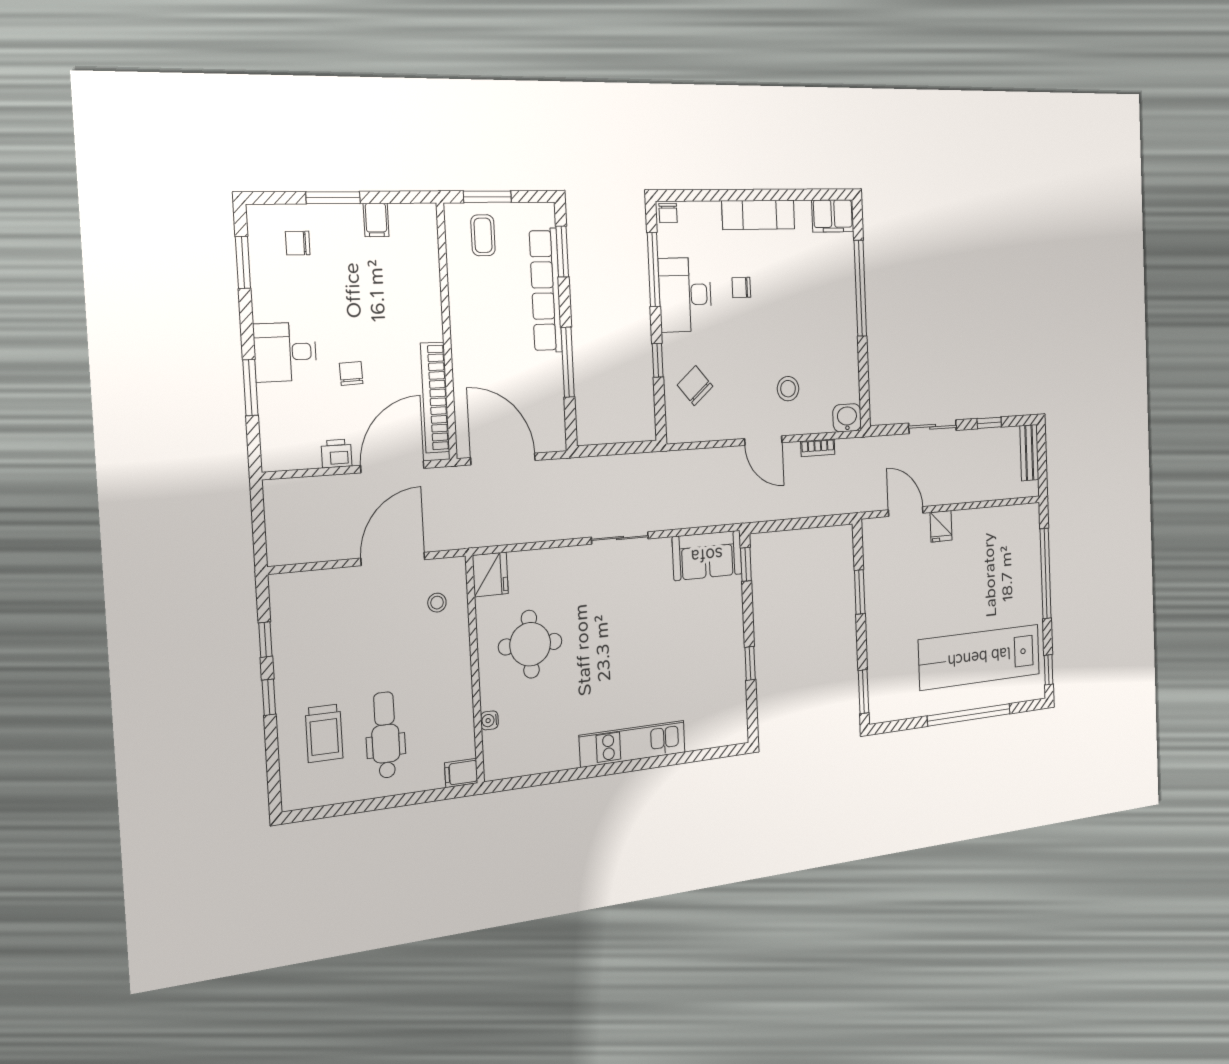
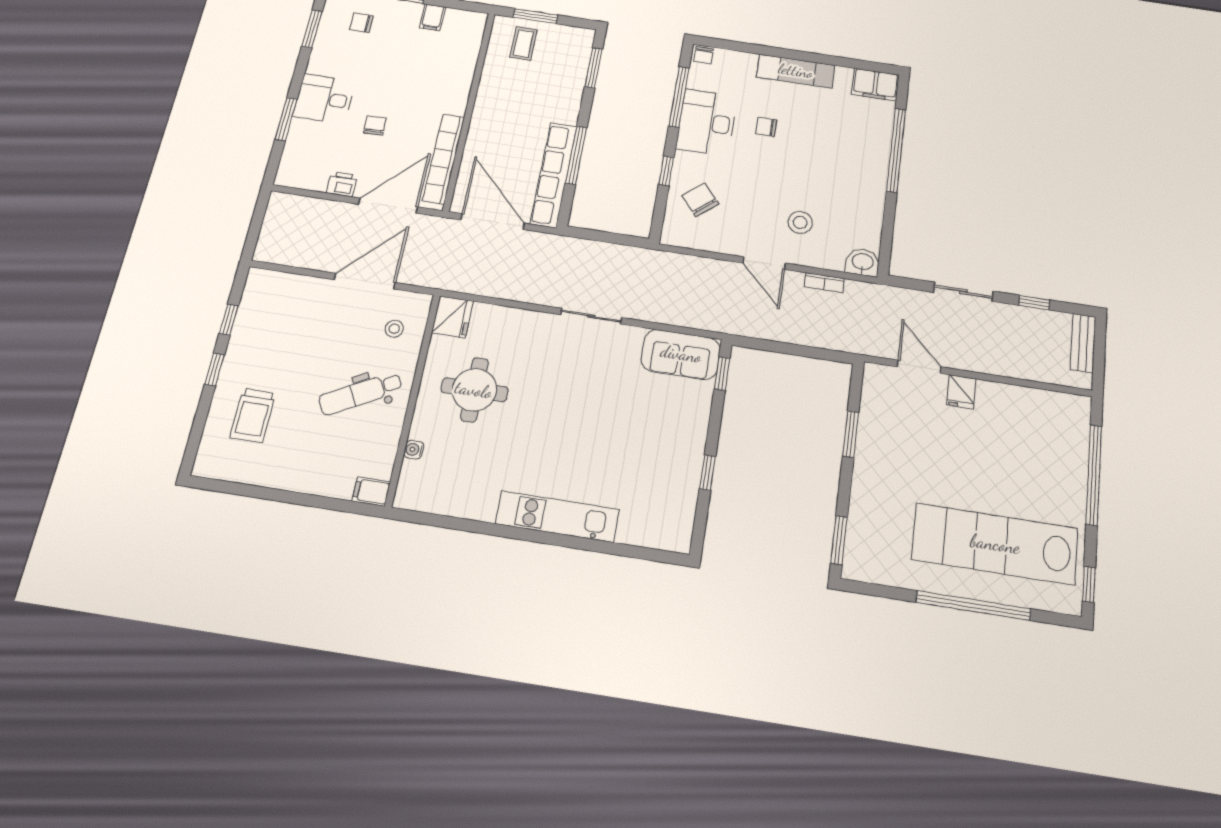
row of seats: (546, 290) -> (554, 175), moved
dental chair: (385, 735) -> (361, 393), moved, turned -118

